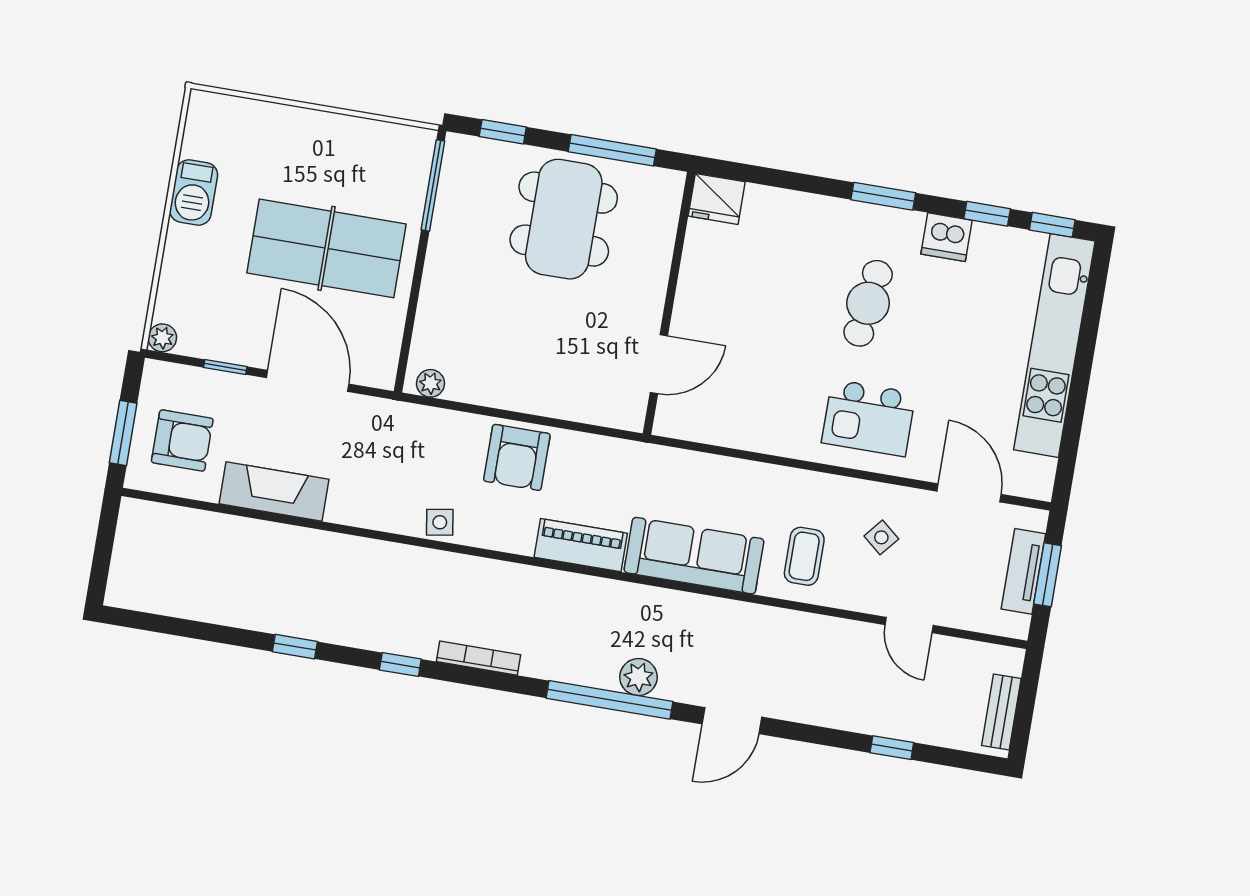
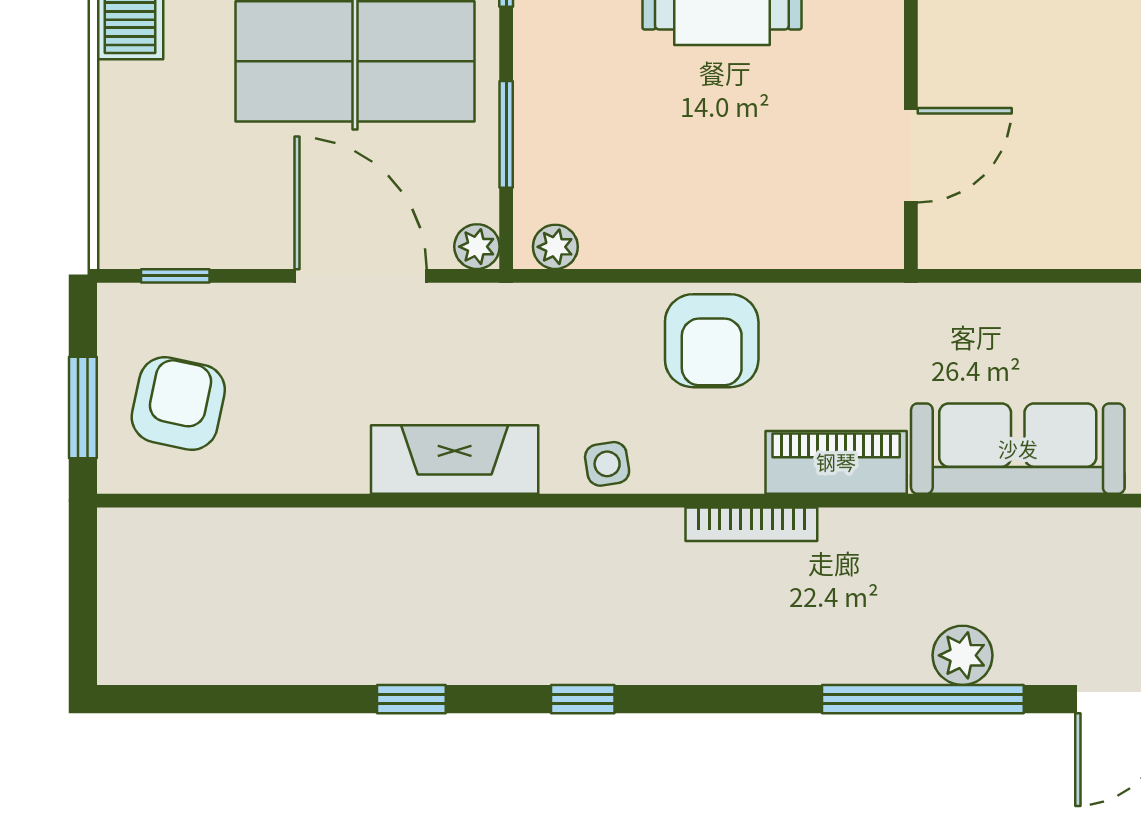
window: (412, 309) -> (506, 134), added
plant: (162, 338) -> (477, 247), moved
window: (225, 367) -> (175, 276), moved
armchair: (182, 440) -> (178, 403), turned -78
fireplace: (274, 492) -> (455, 460), moved
bookcase: (478, 658) -> (751, 524), moved, turned 180

